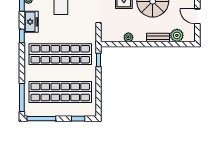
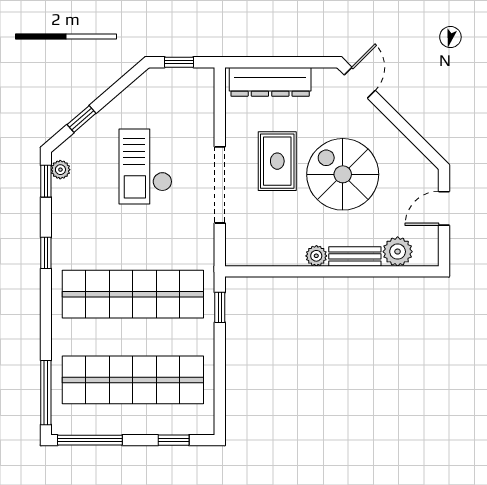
door: (197, 16) -> (444, 208), hinge flipped
freezer: (31, 22) -> (67, 221), removed
plant: (128, 37) -> (316, 256), moved

